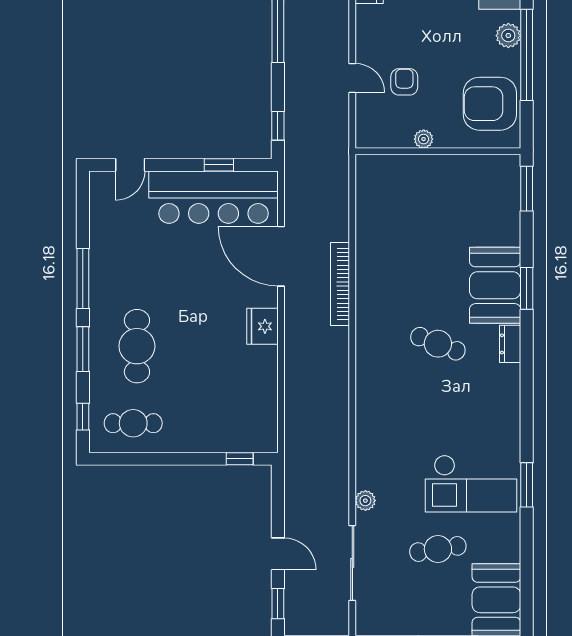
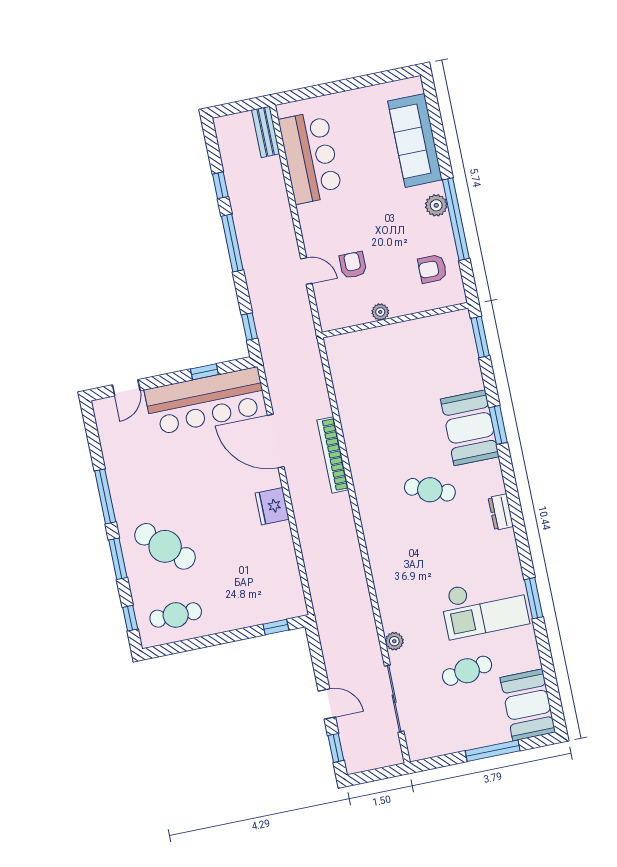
armchair: (490, 104) -> (432, 269), width x0.53, depth x0.53
dresser: (510, 344) -> (501, 512), moved
cafe table: (137, 346) -> (165, 546), turned -47

